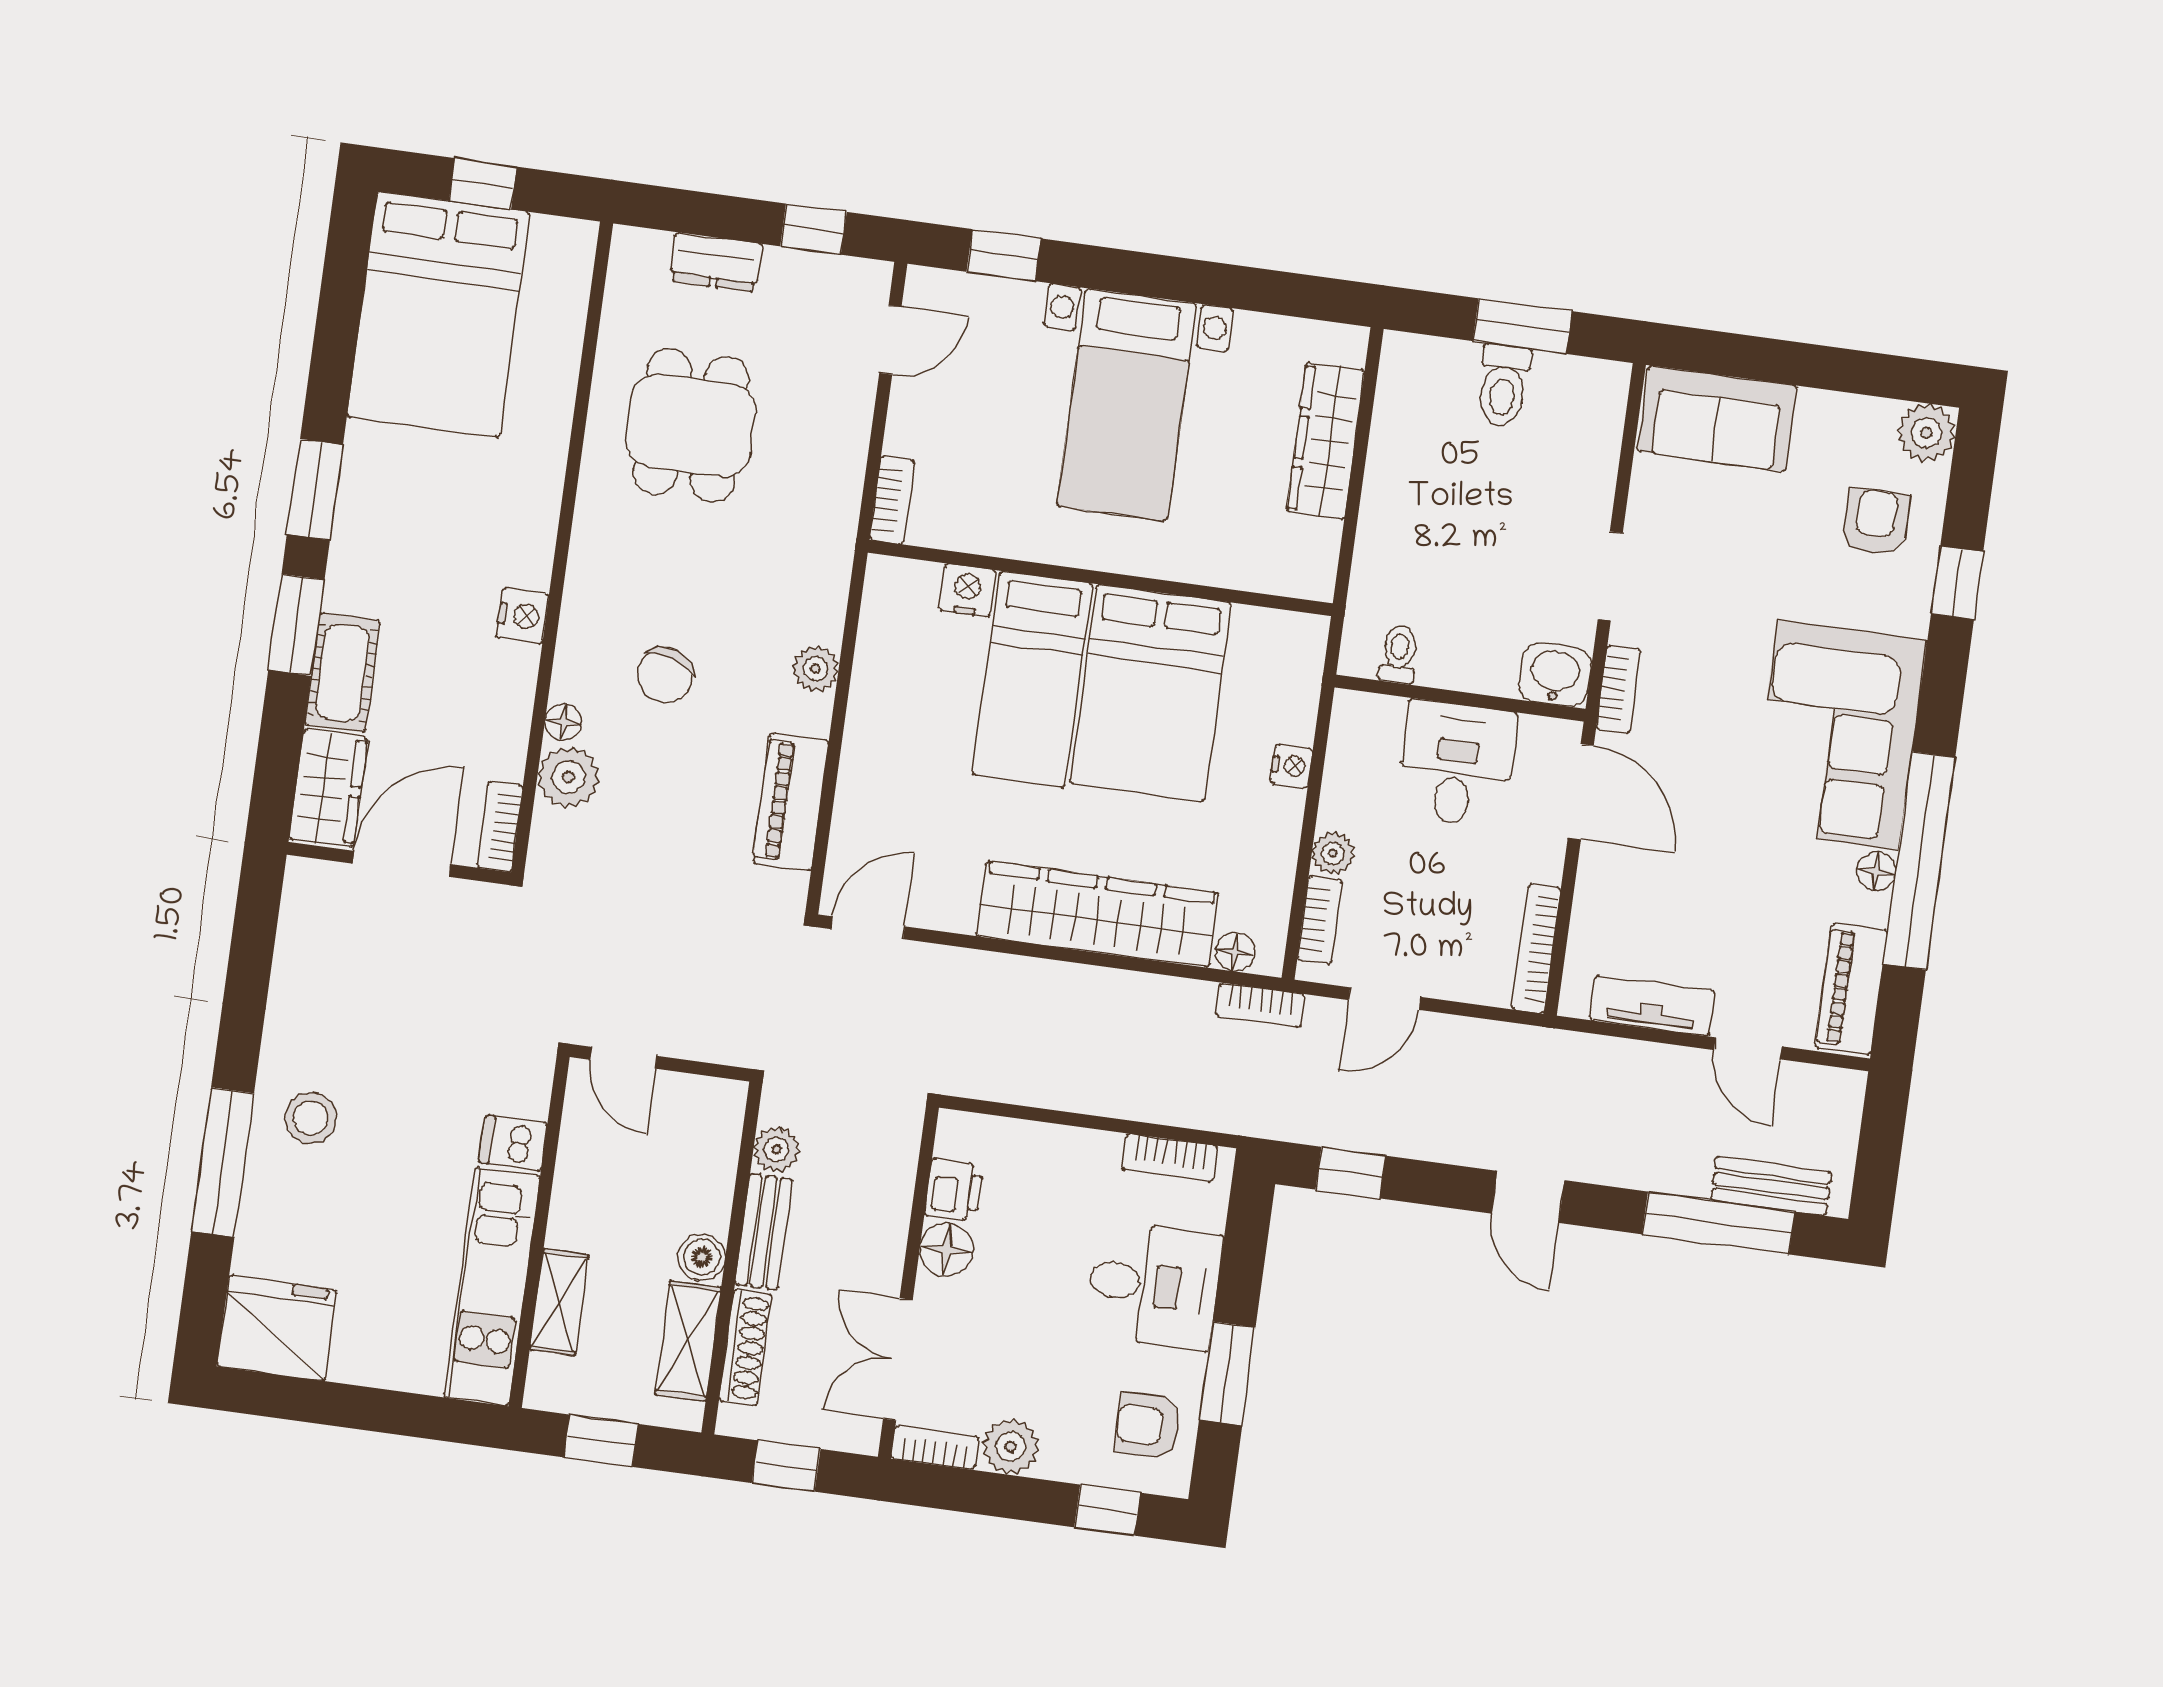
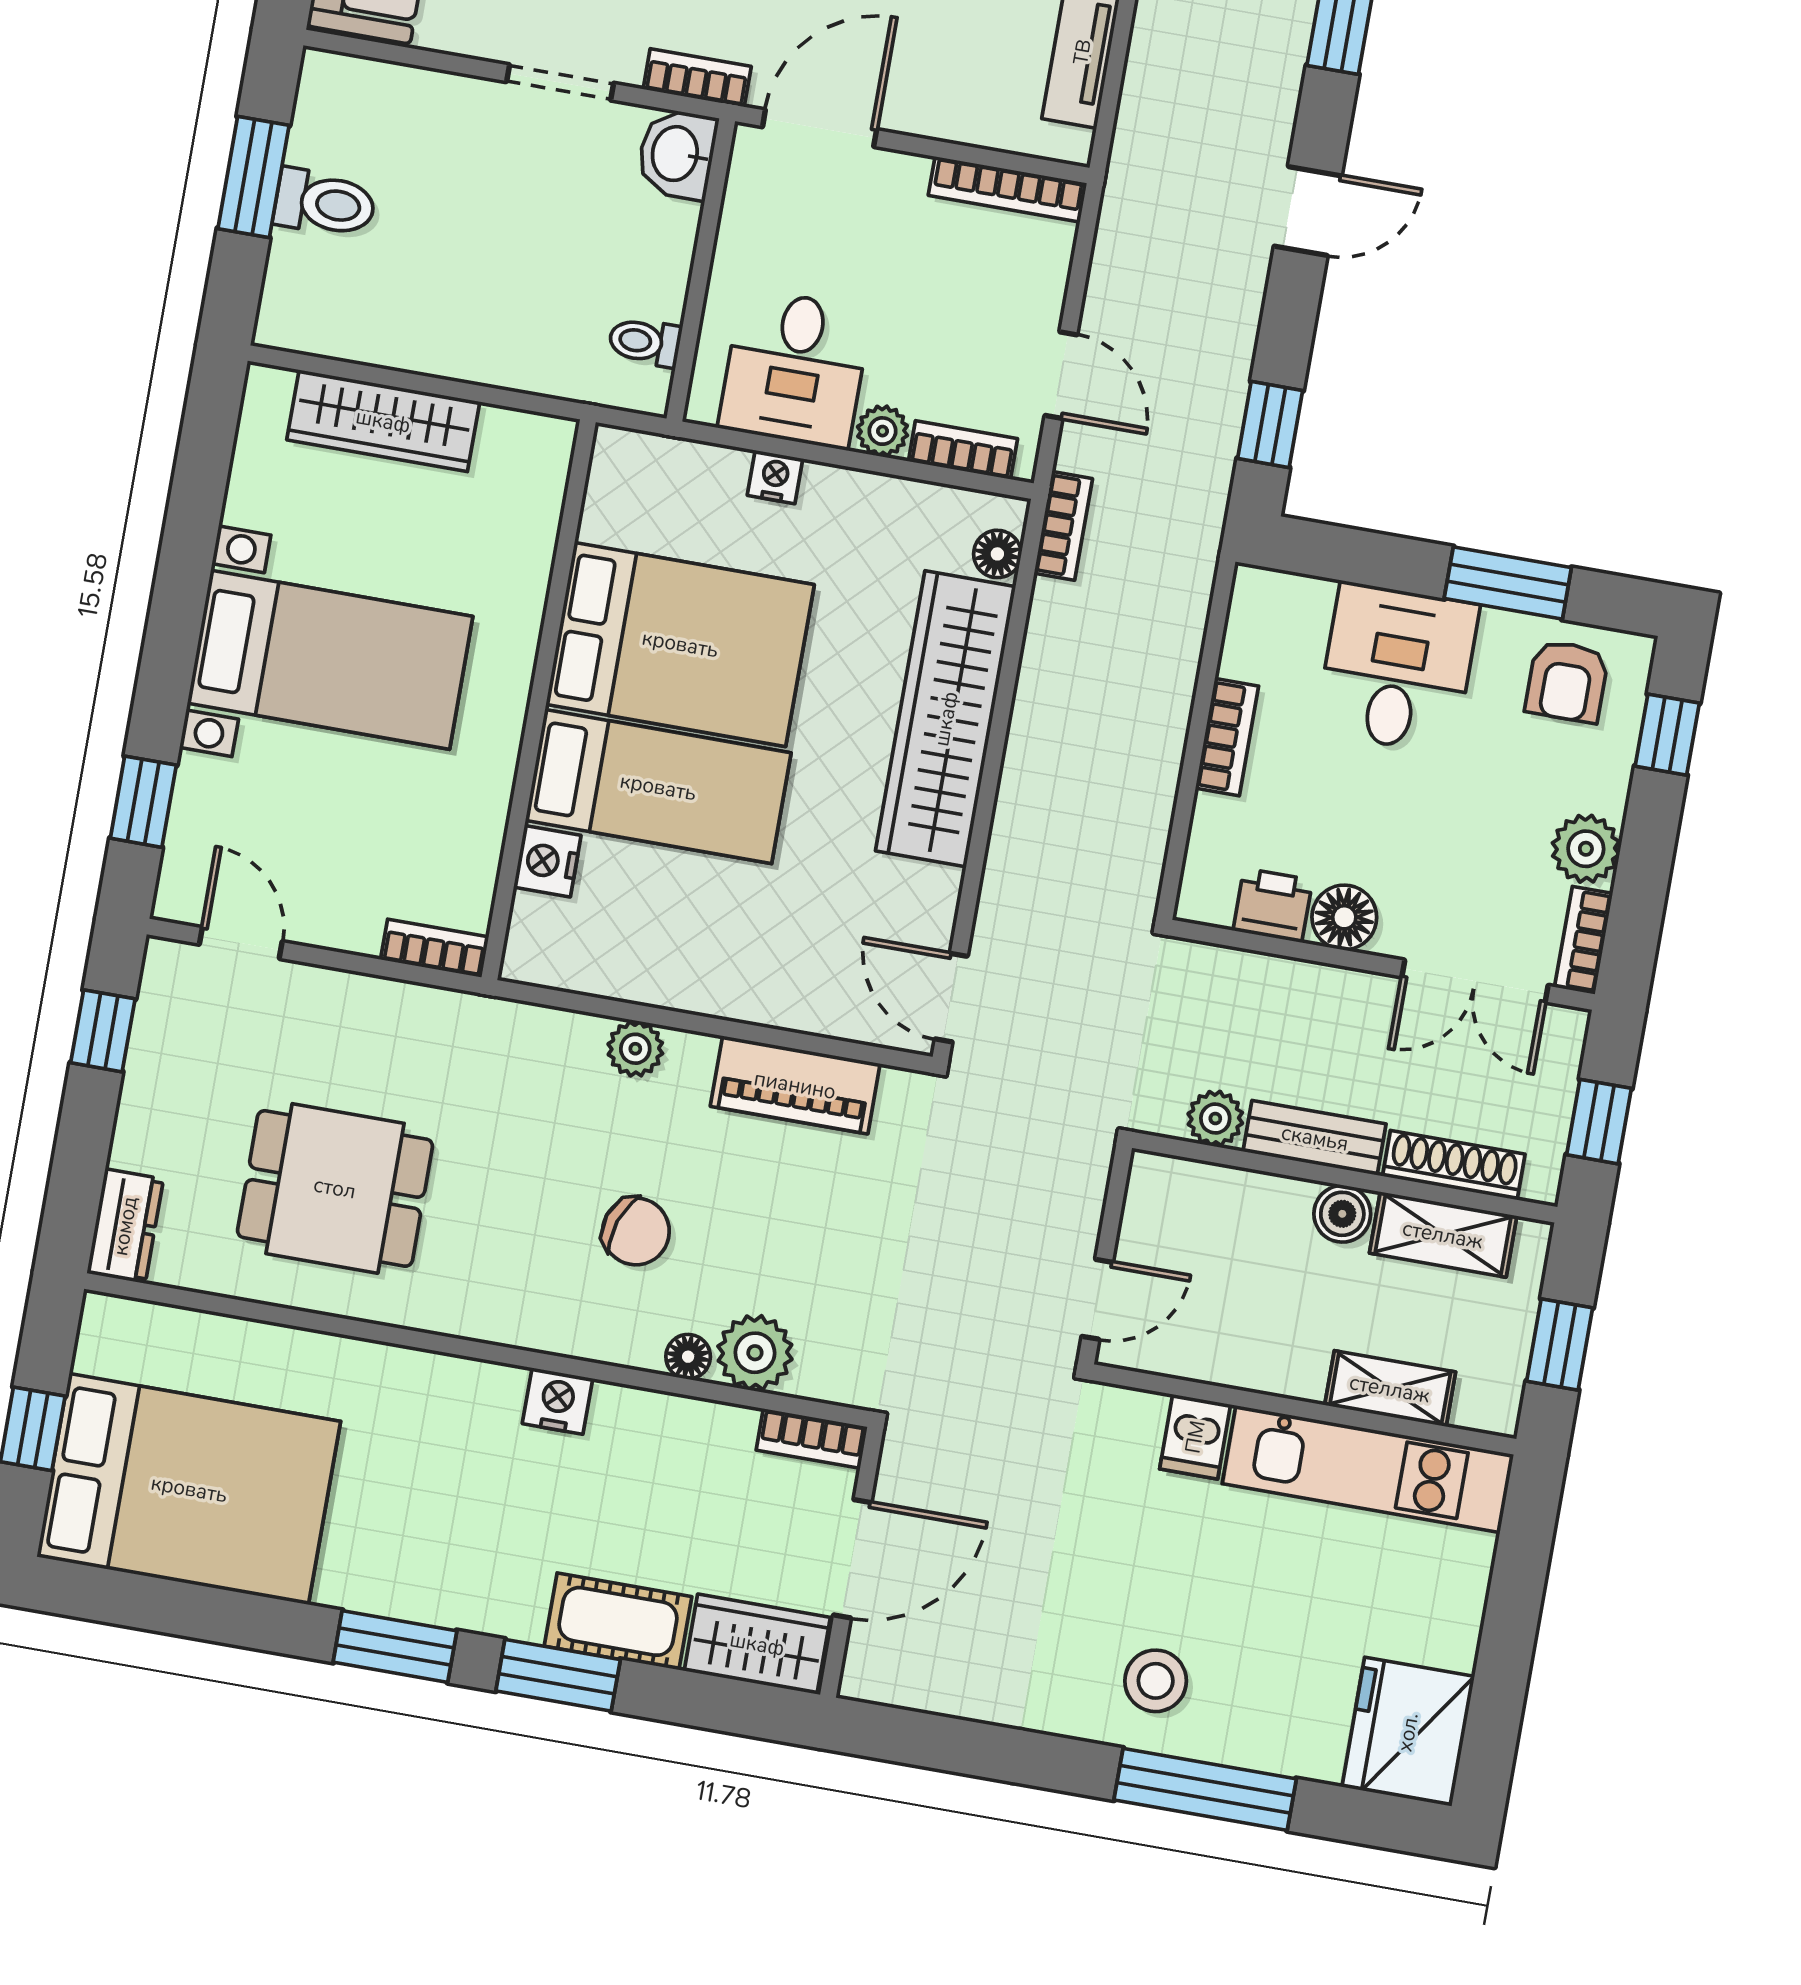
dresser: (716, 262) -> (125, 1226), moved
desk: (1456, 764) -> (795, 369), moved, turned -90
door: (402, 864) -> (852, 1559), swing flipped
bookcase: (1170, 1158) -> (1227, 737), moved

